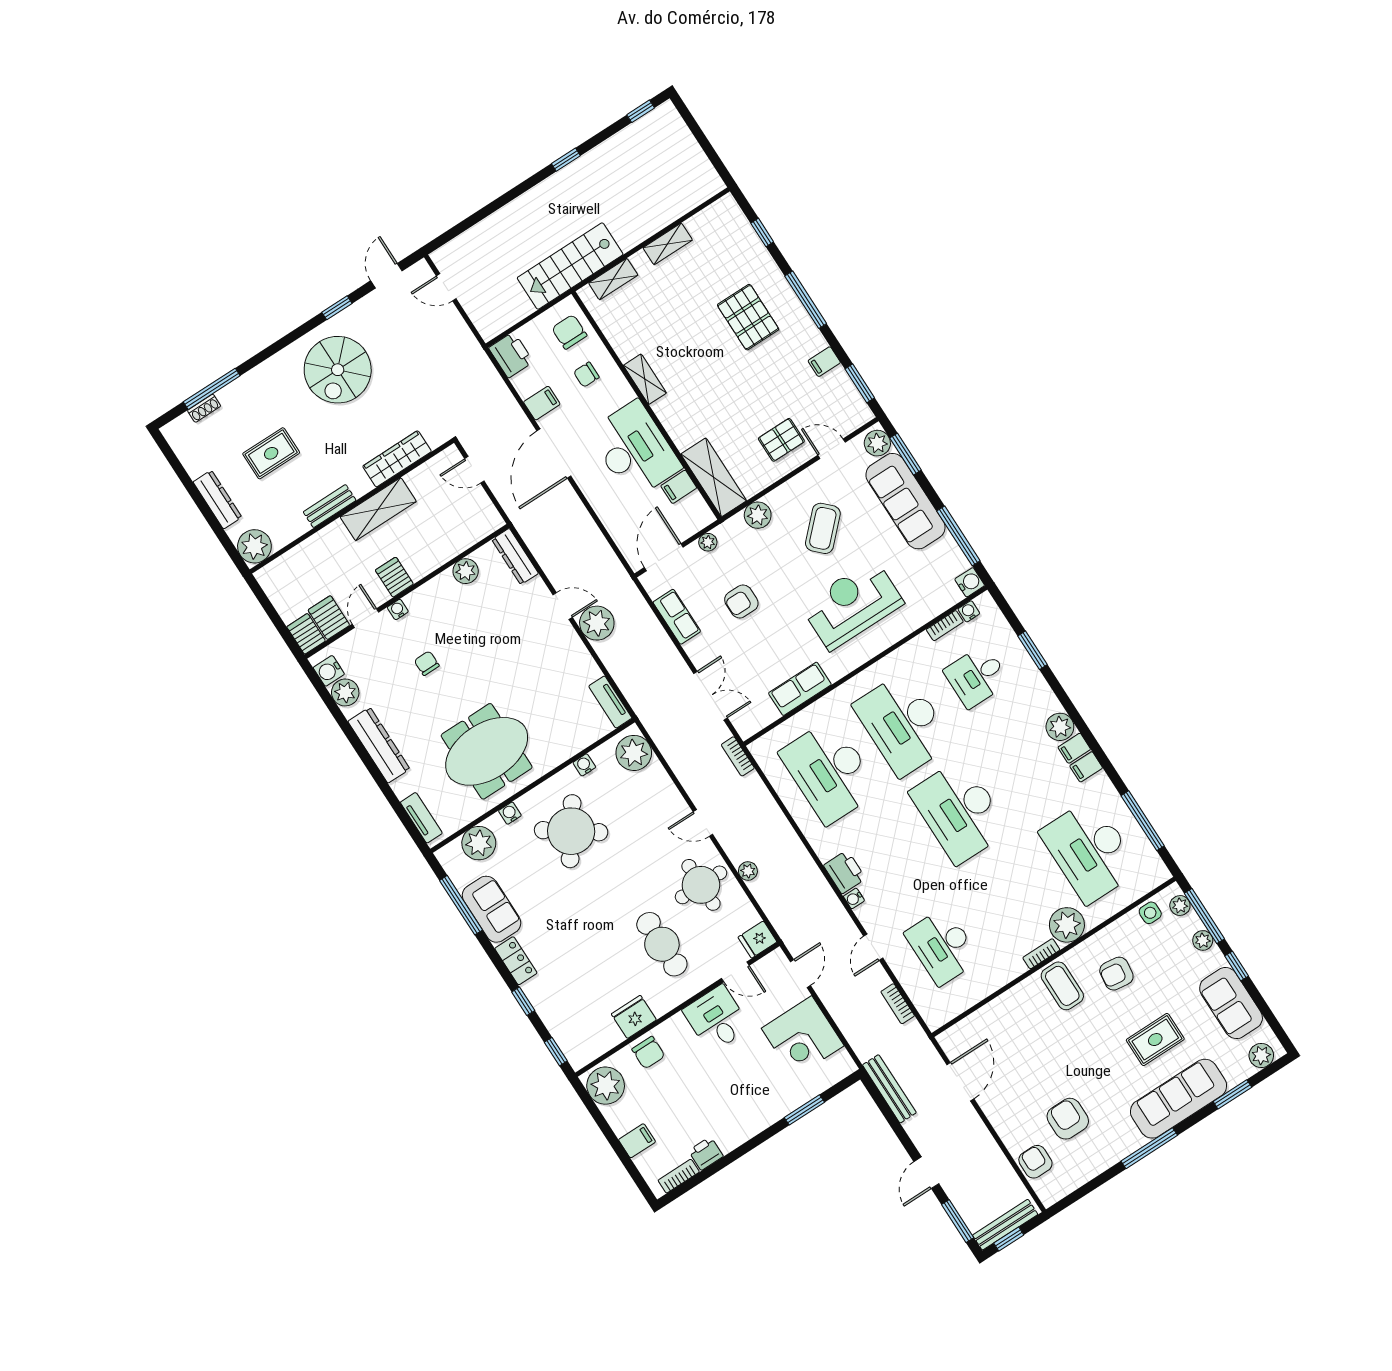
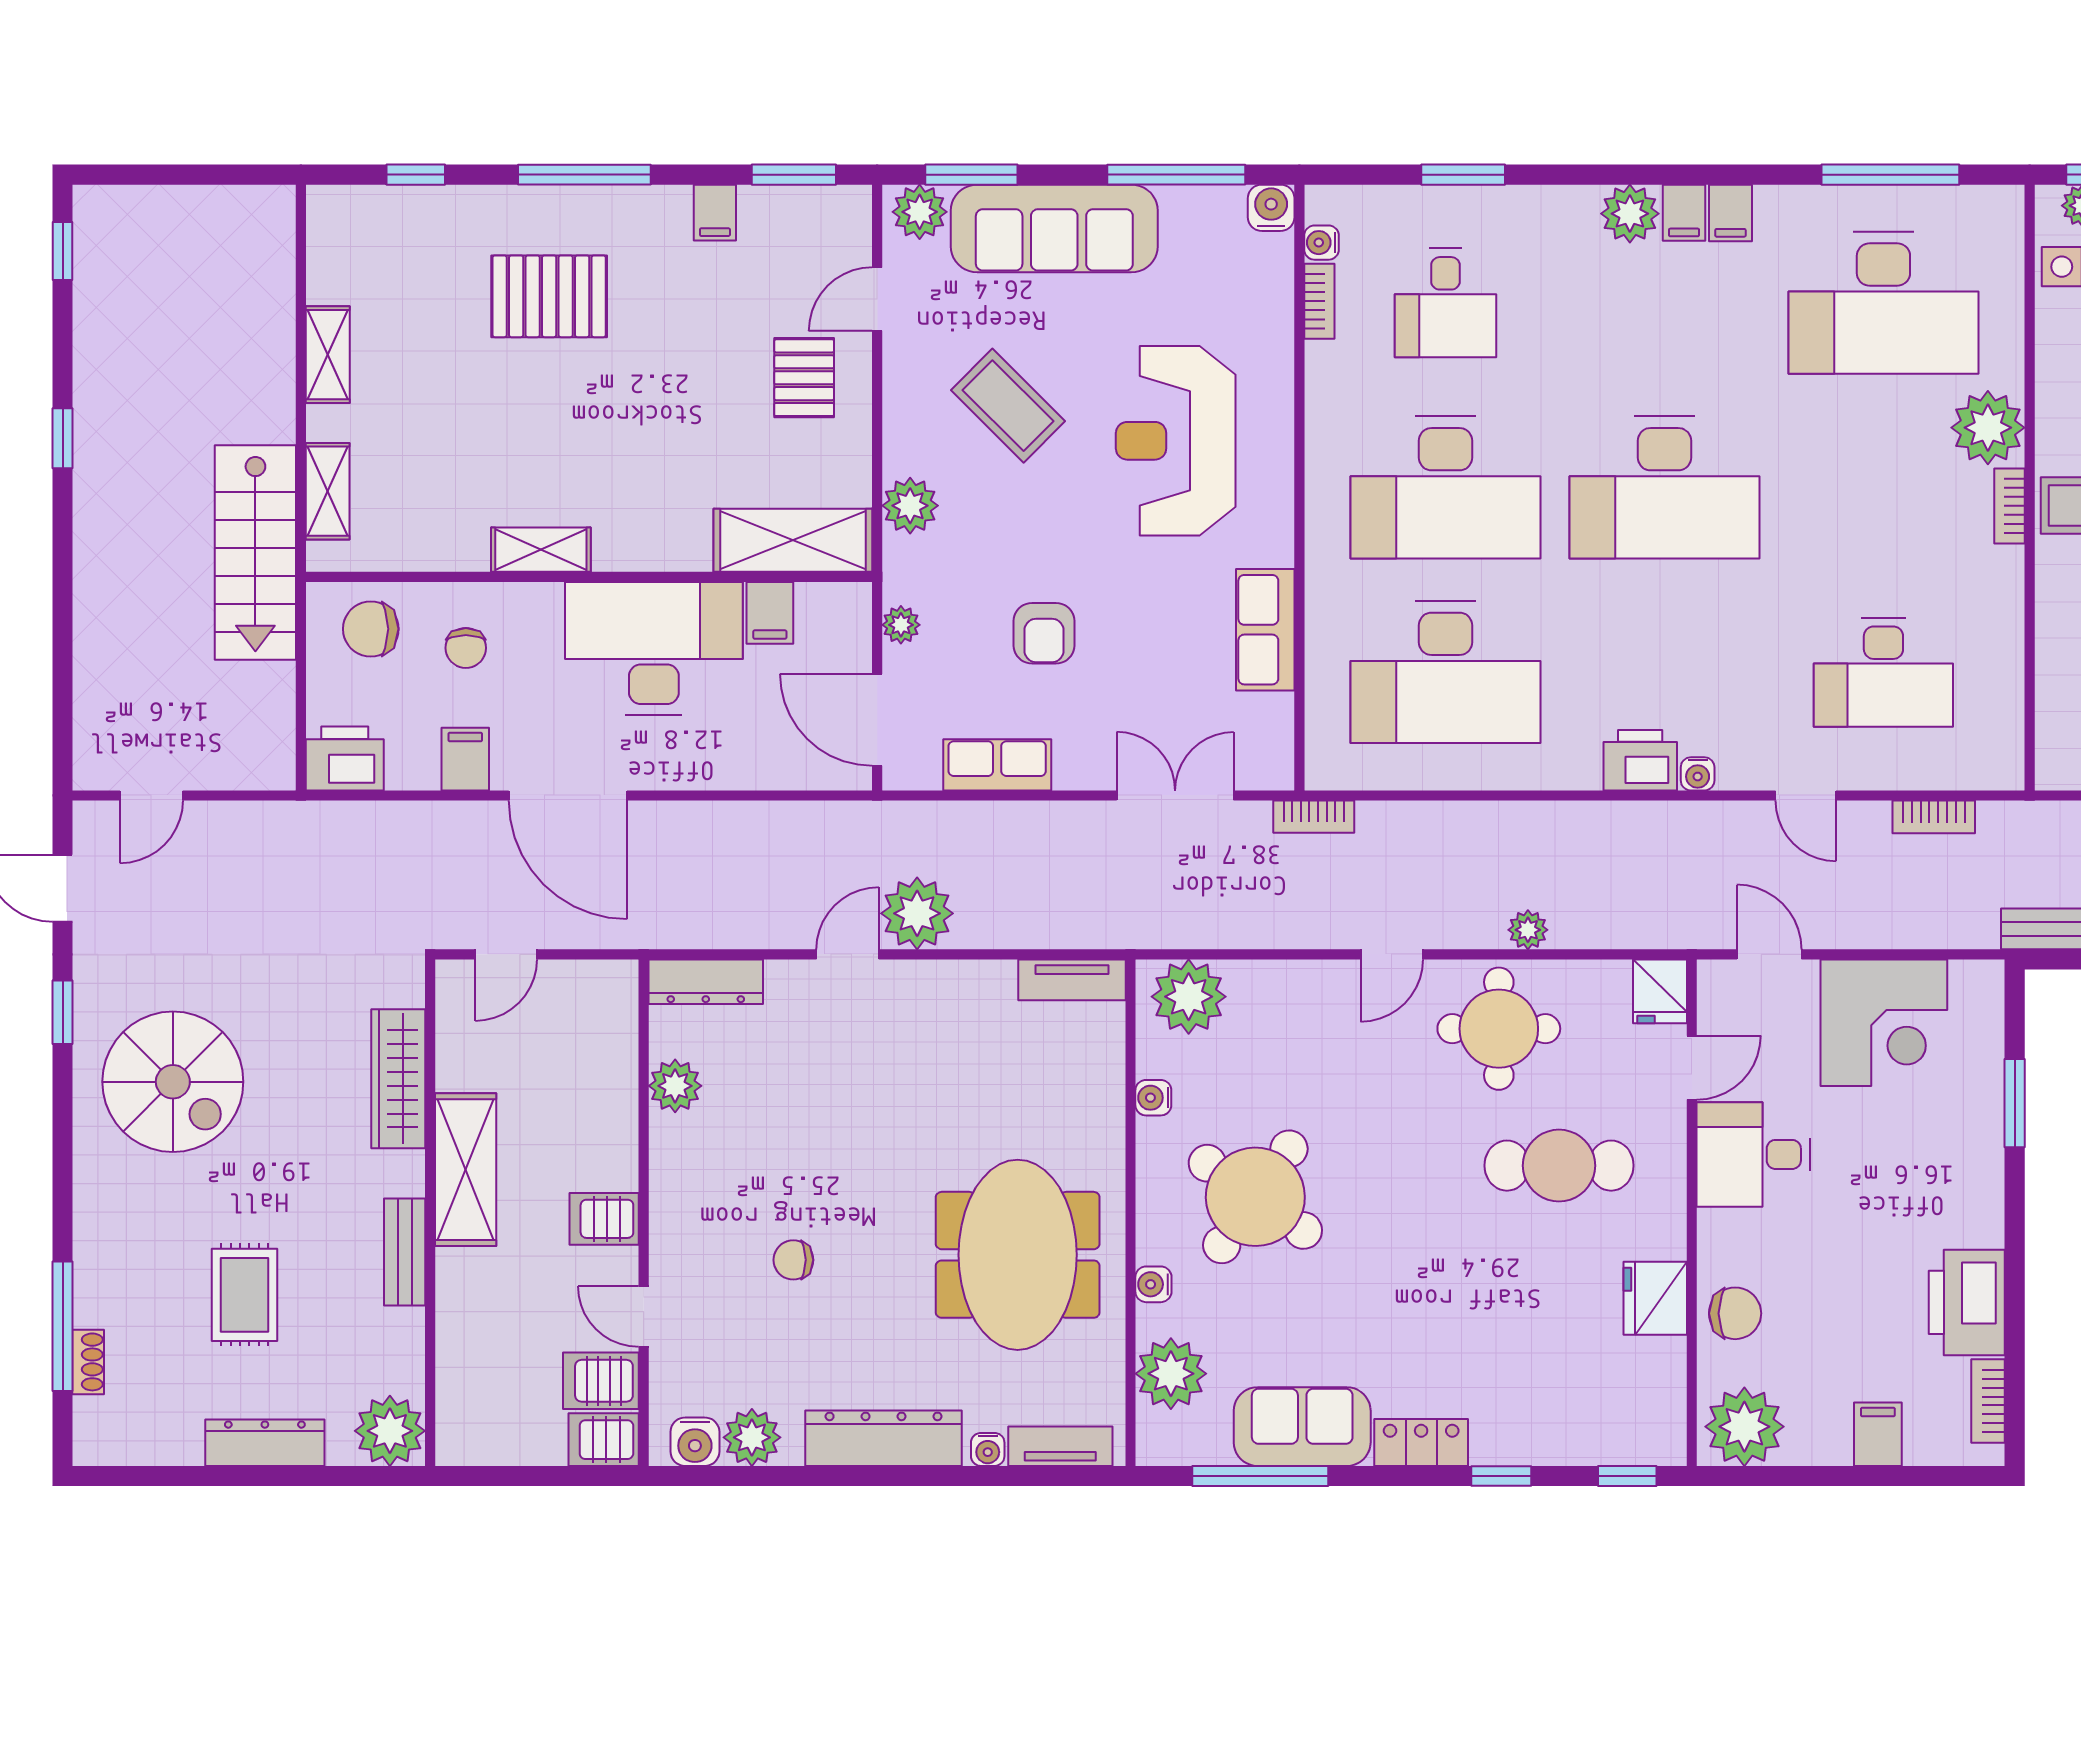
water cooler: (398, 609) -> (988, 1449), moved, turned -90
printer: (706, 1153) -> (1967, 1302), width x1.87, depth x1.48

